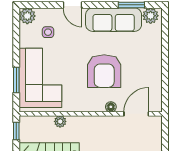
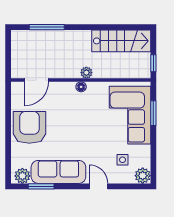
armchair: (104, 71) -> (29, 127), moved
floor lamp: (111, 107) -> (81, 87), moved
plant: (60, 121) -> (86, 73), moved

